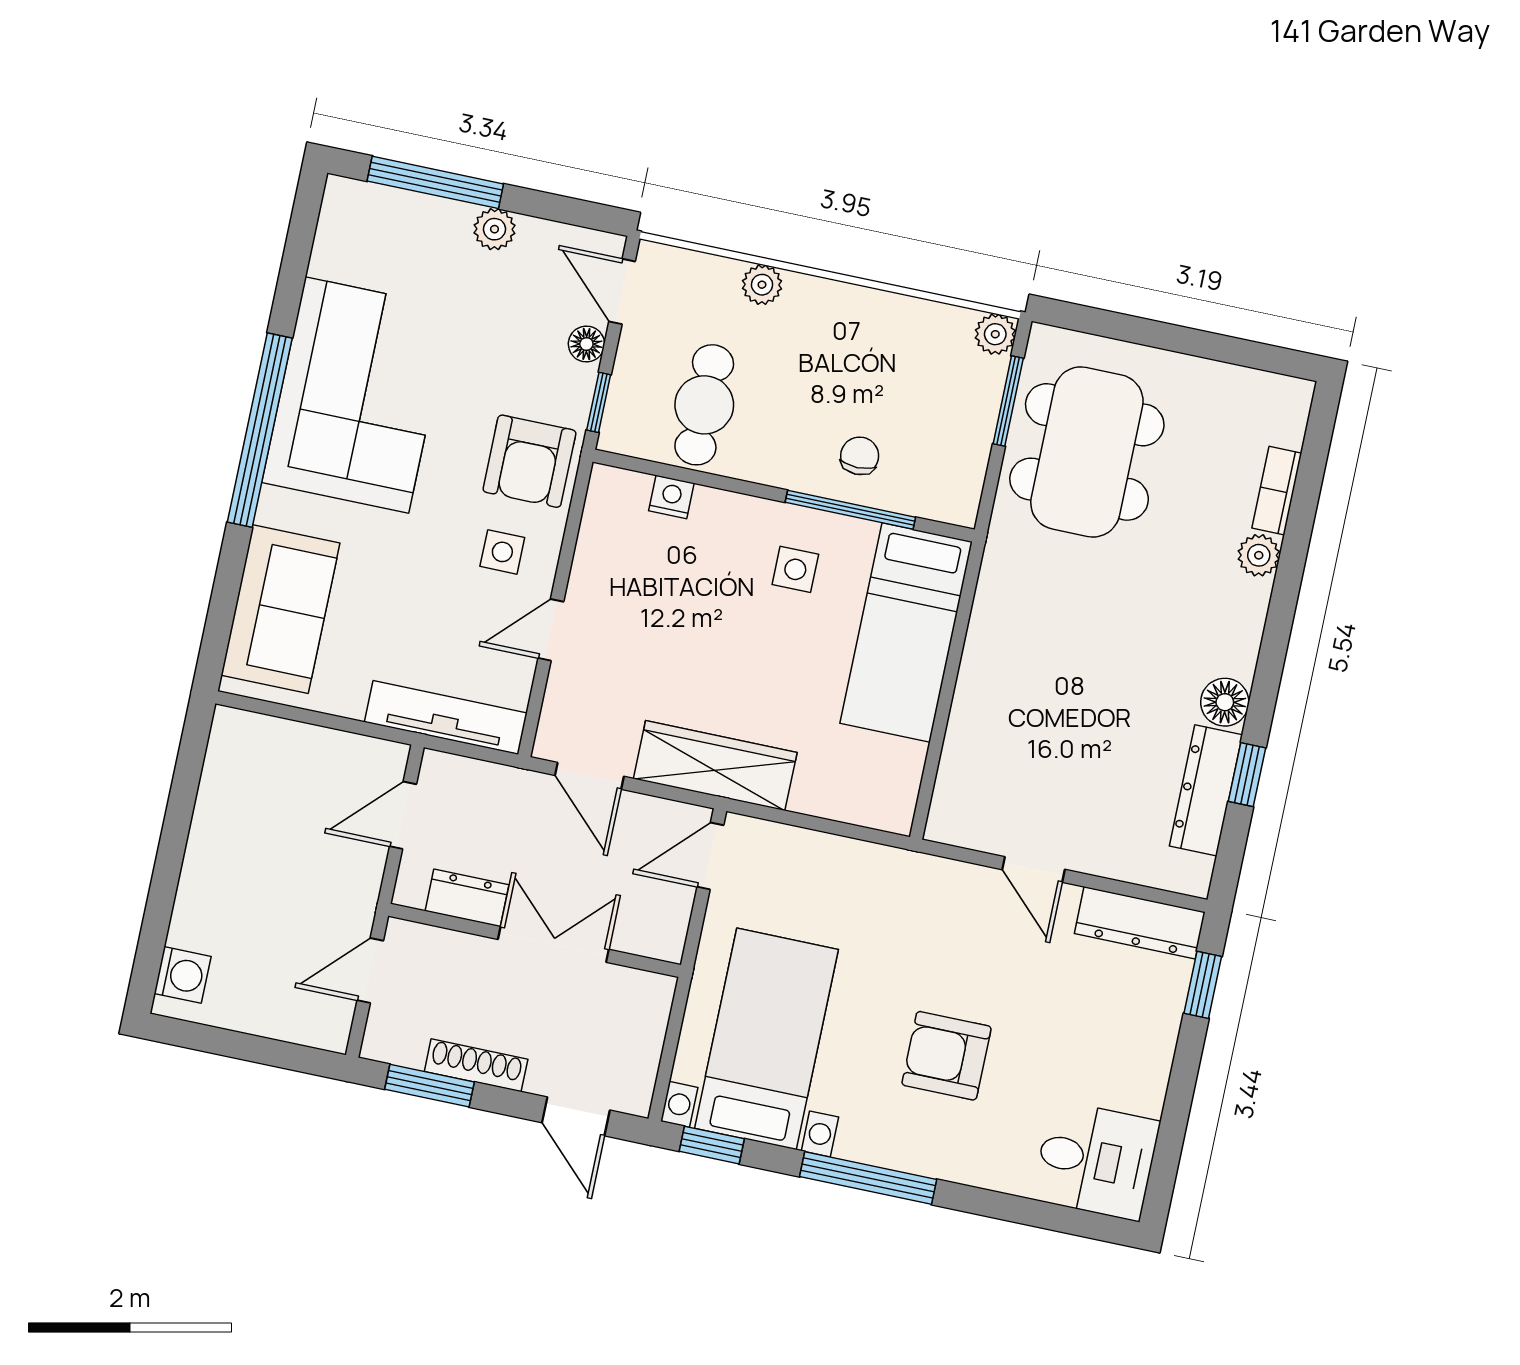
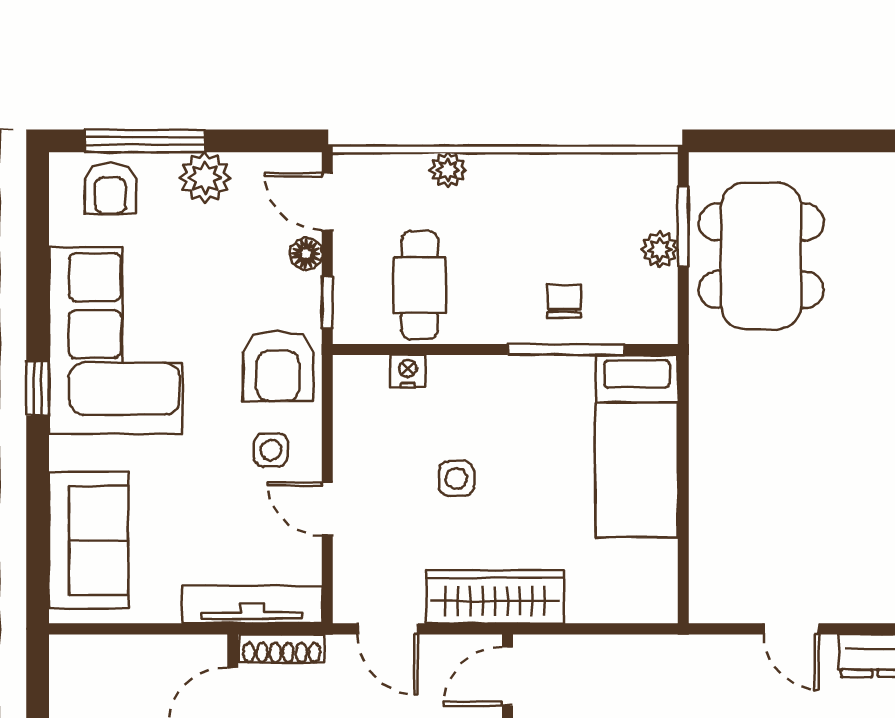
armchair: (386, 227) -> (111, 189), added
plant: (494, 229) -> (205, 178), width x1.38, depth x1.38
plant: (995, 334) -> (660, 249), moved
window: (260, 430) -> (38, 389), width x0.32
side table: (795, 569) -> (456, 479), moved
door: (551, 630) -> (327, 509), hinge flipped
shoe rack: (468, 773) -> (282, 649), added

